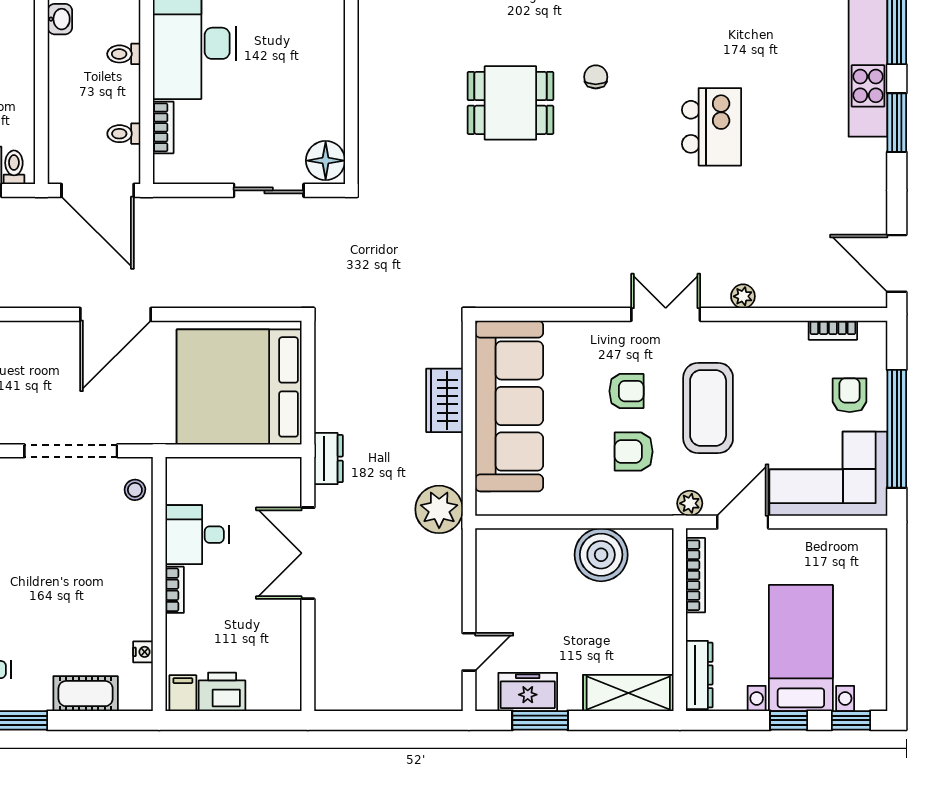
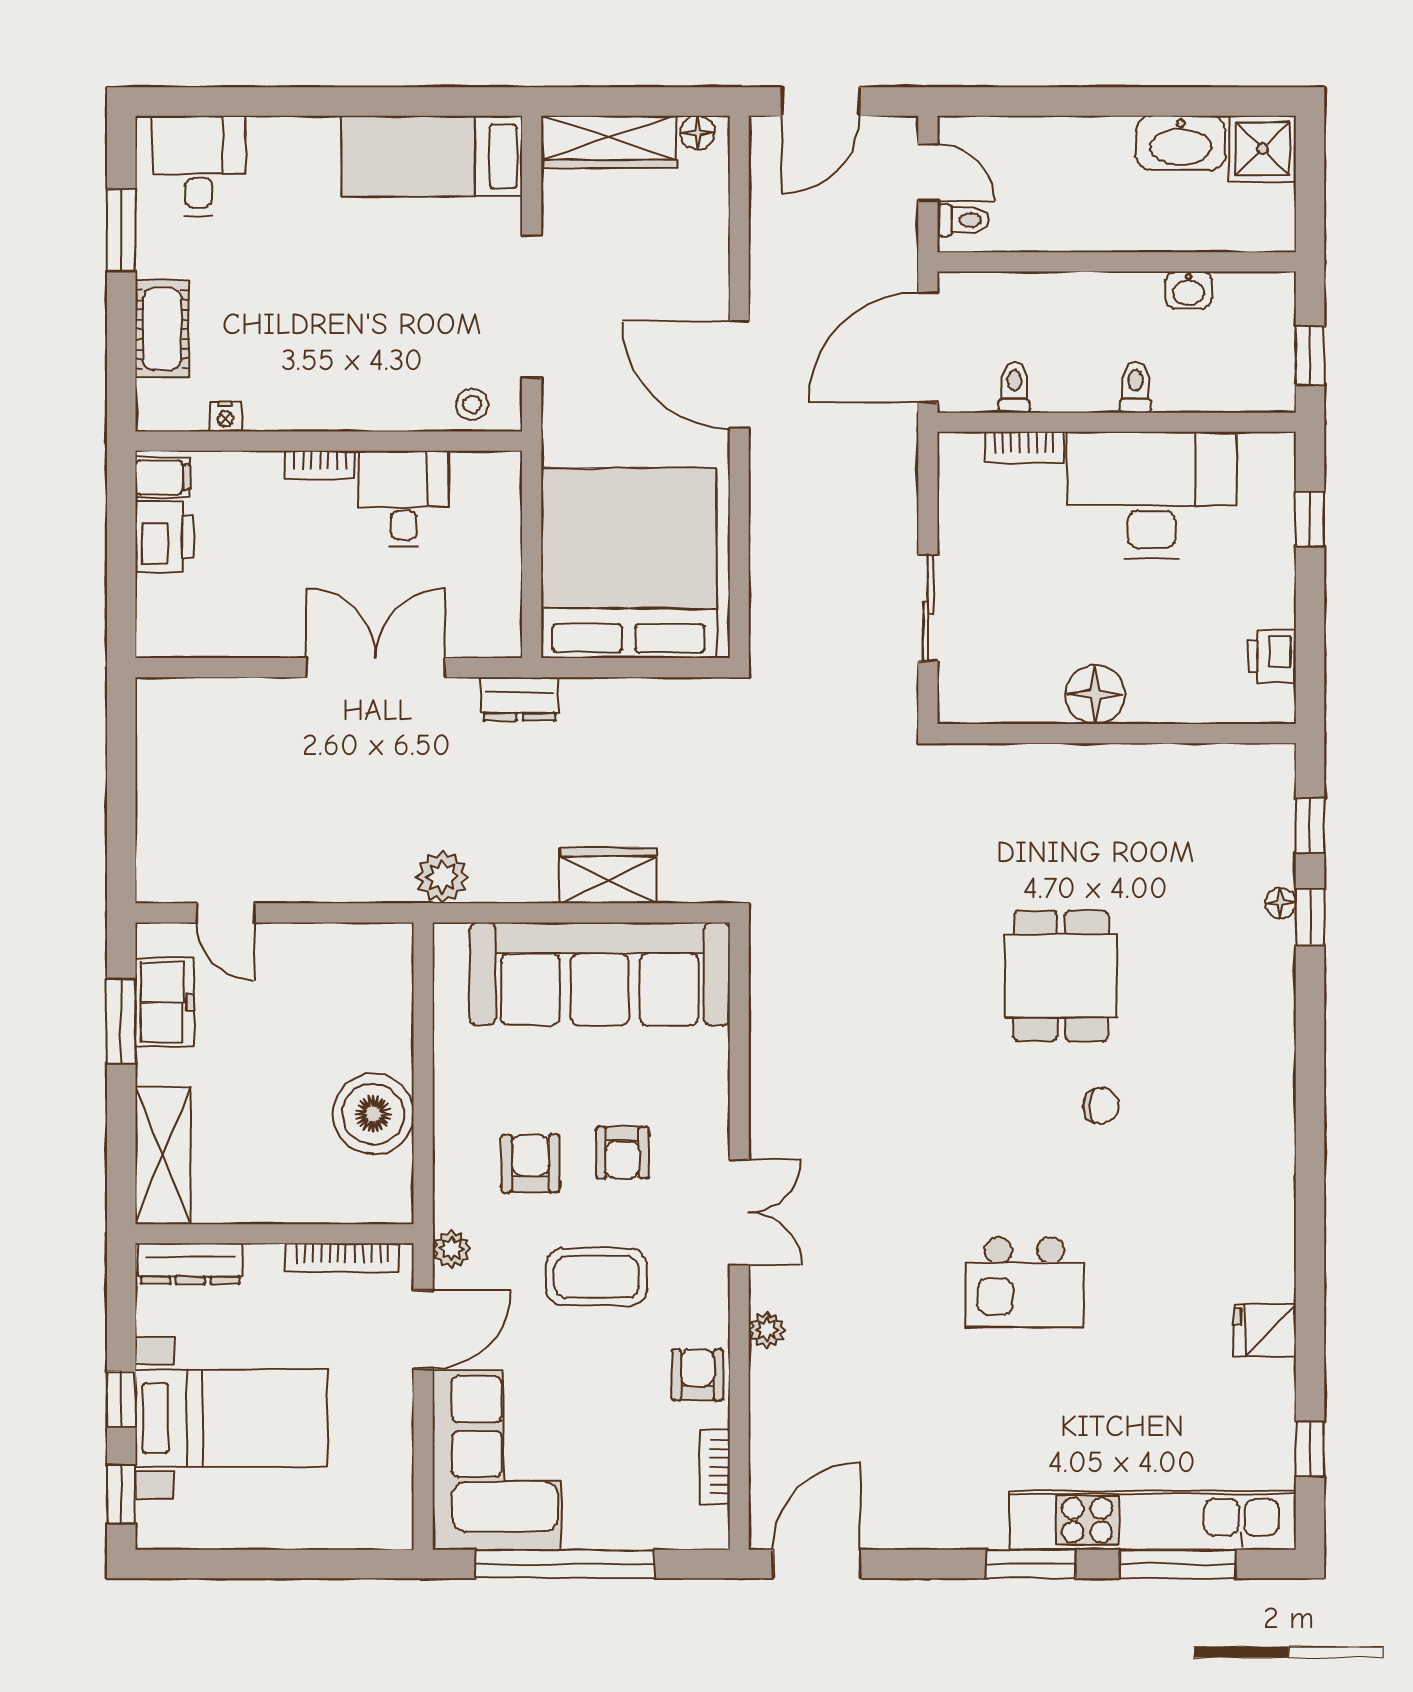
floor lamp: (326, 161) -> (1095, 694), moved
armchair: (850, 395) -> (697, 1375), moved, turned -90
coffee table: (708, 408) -> (597, 1277), width x0.73, depth x0.76
plant: (439, 509) -> (442, 877), width x0.73, depth x0.73
door: (743, 522) -> (423, 1329), hinge flipped

